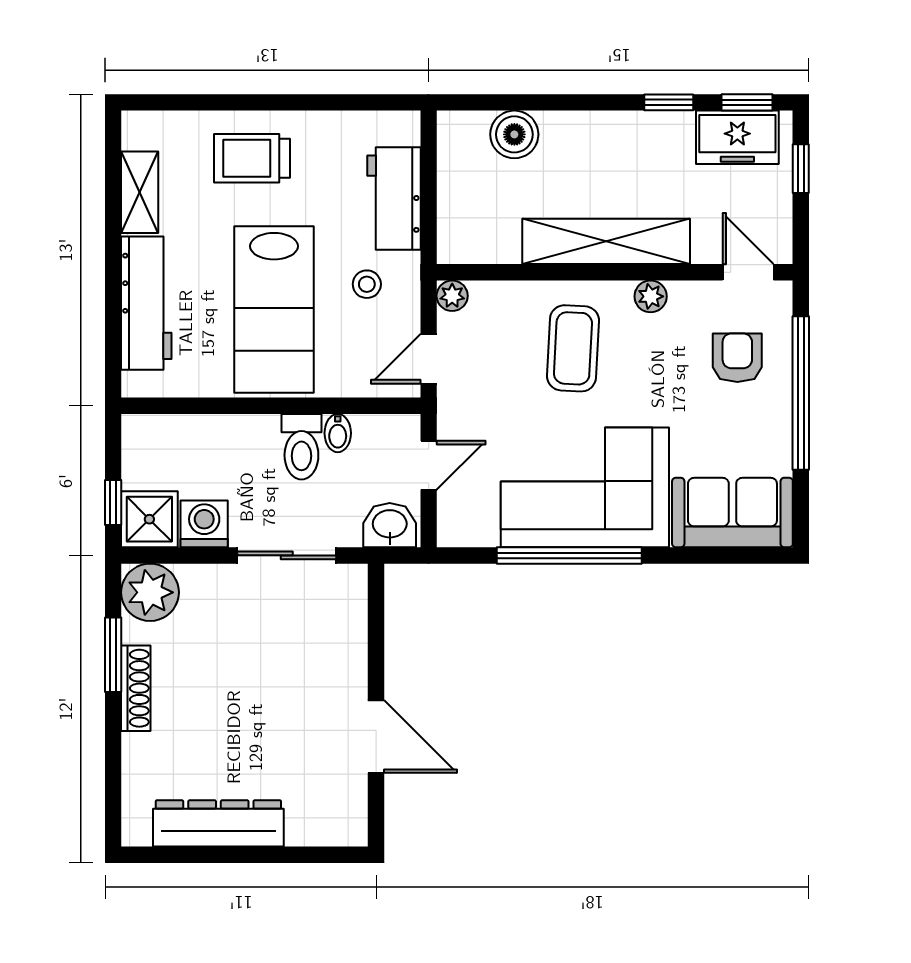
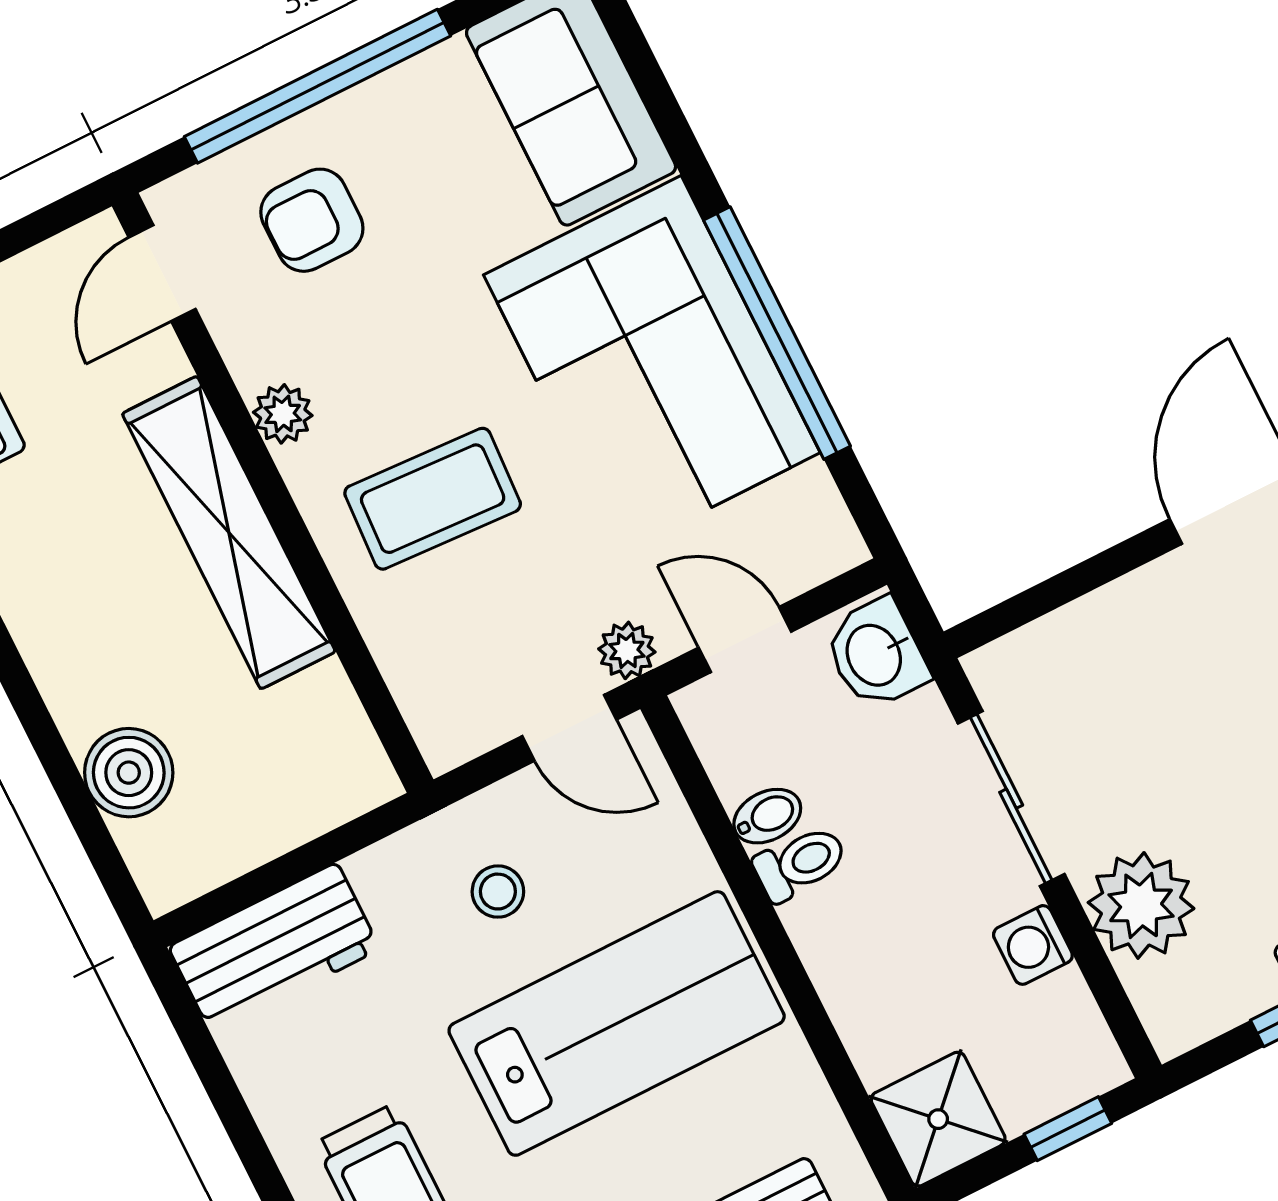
workbench: (394, 199) -> (274, 948), moved
plant: (452, 296) -> (627, 650), moved
toilet: (301, 447) -> (800, 863), width x0.73, depth x0.72
shower: (149, 519) -> (938, 1119), moved
washing machine: (204, 524) -> (1033, 945), width x0.73, depth x0.73
plant: (150, 592) -> (1141, 905), moved

